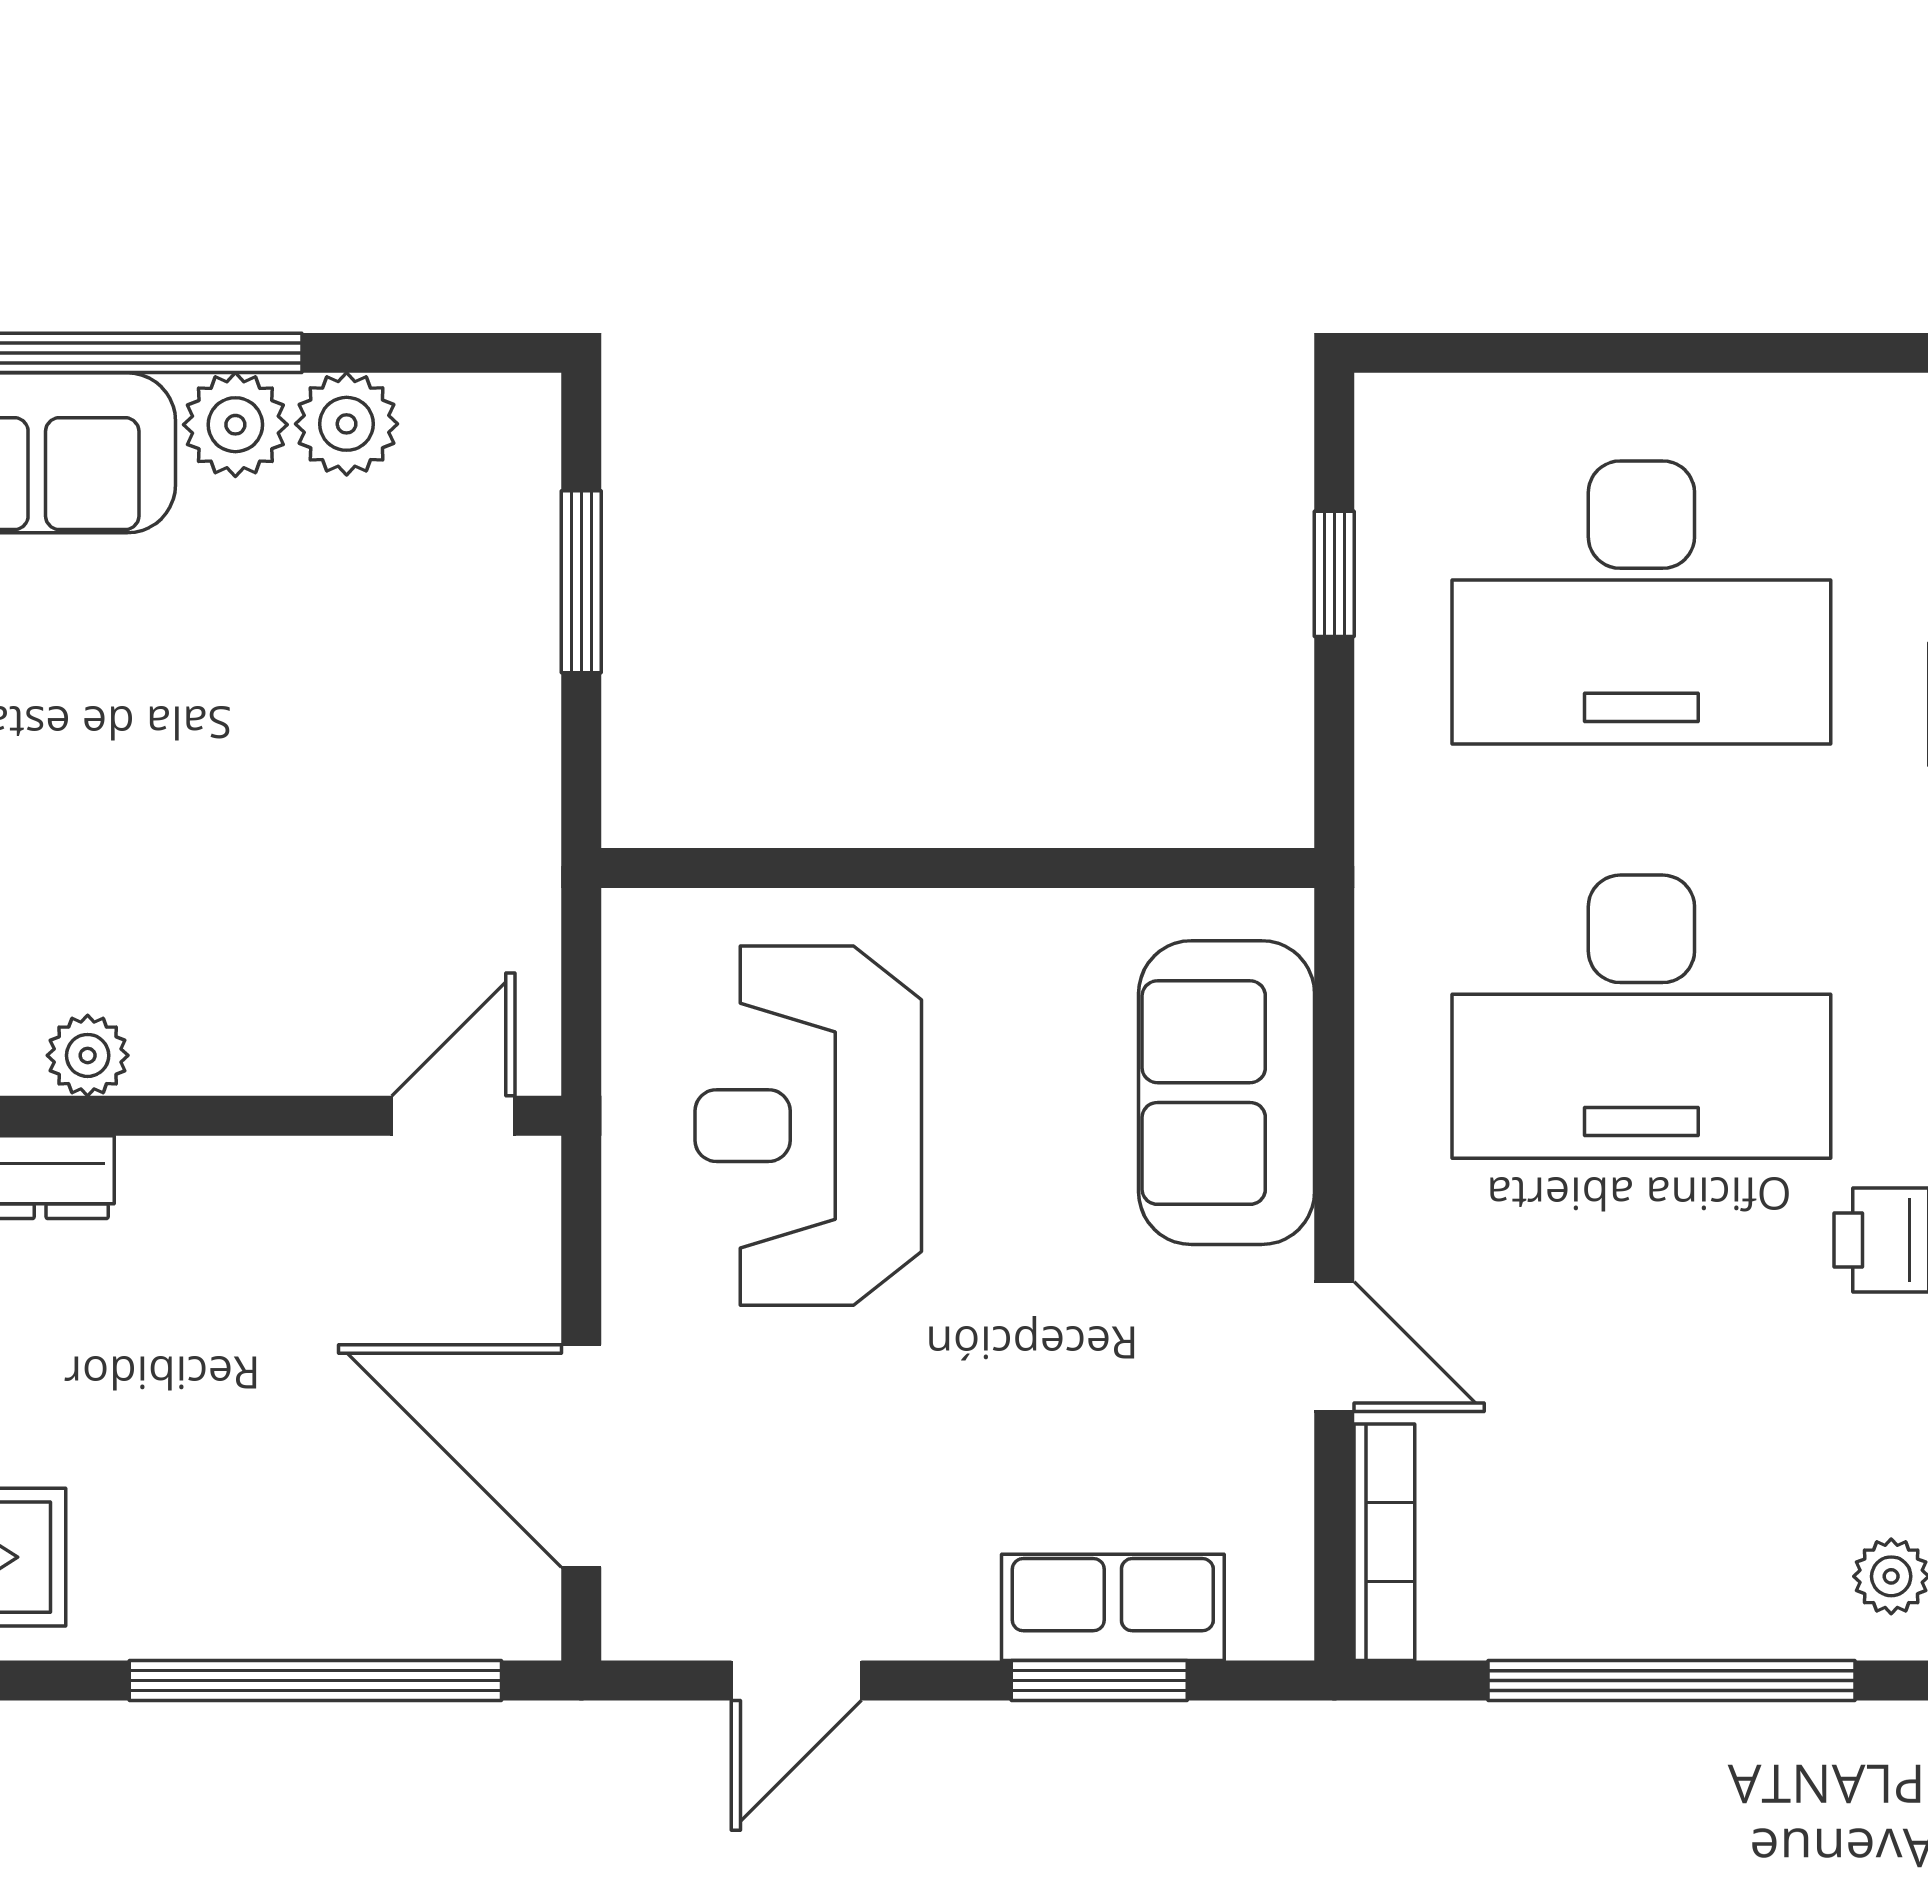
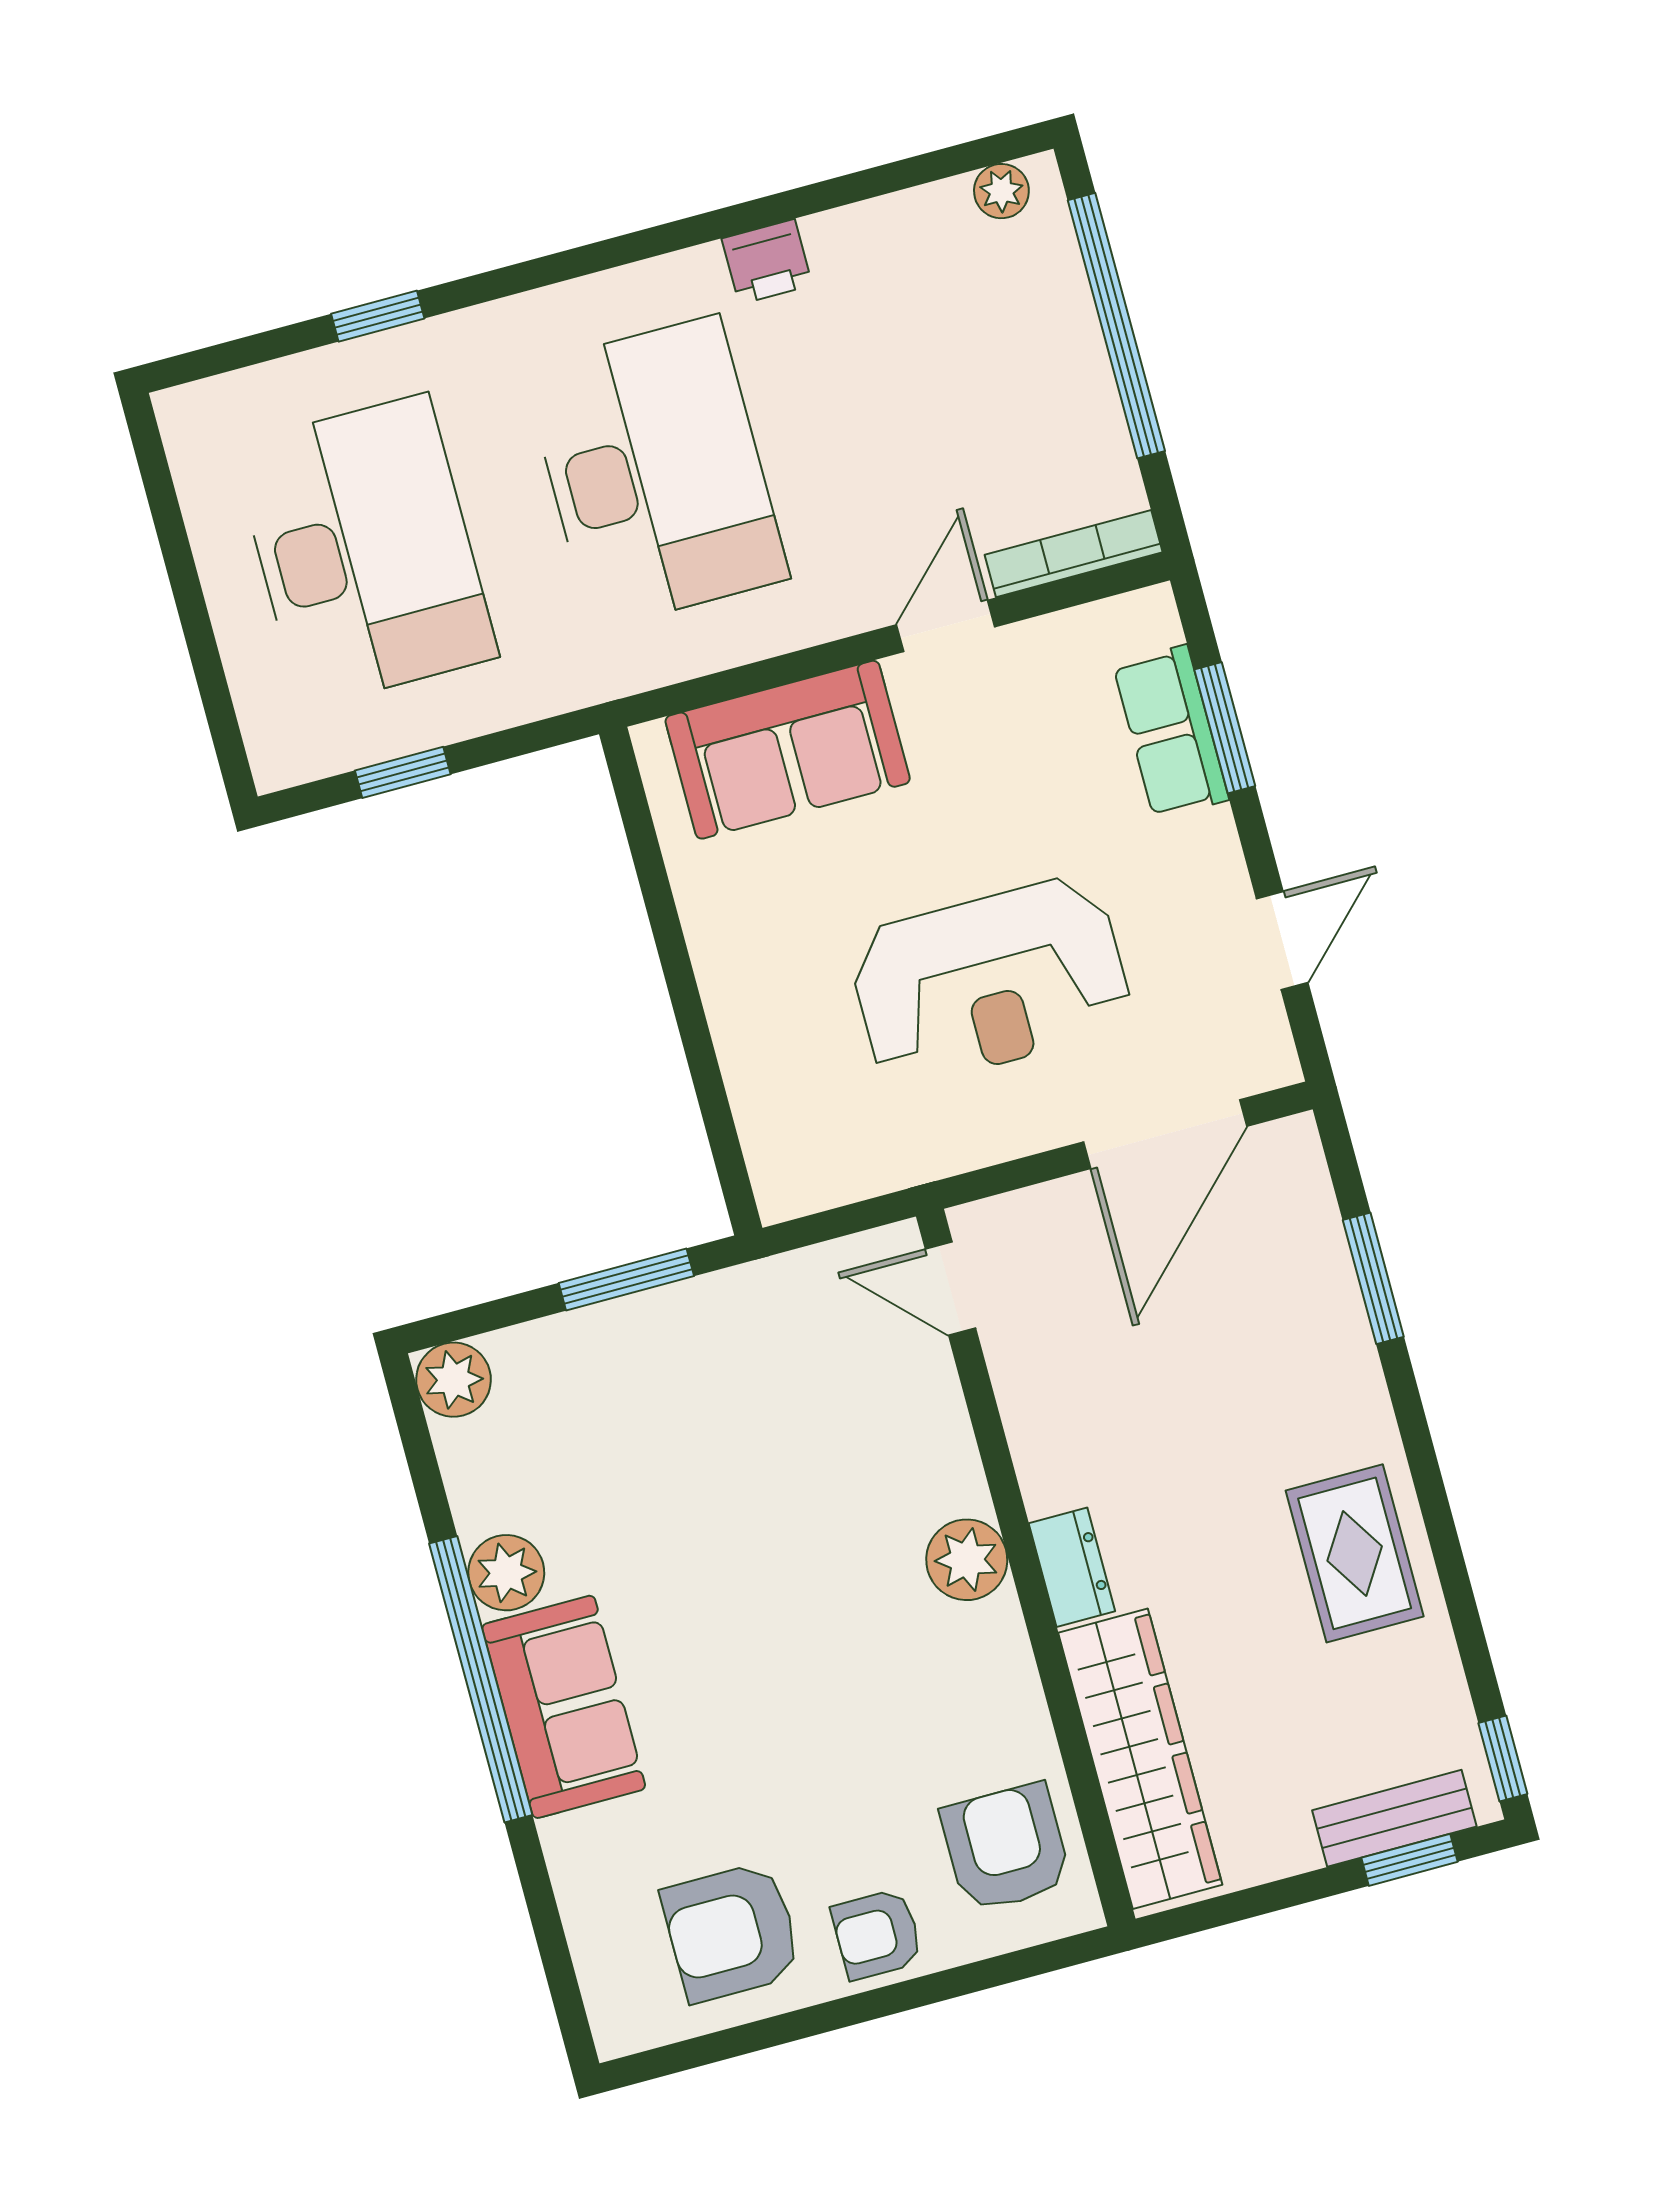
plant: (347, 424) -> (454, 1380), moved
window: (581, 582) -> (626, 1280), moved
plant: (88, 1055) -> (967, 1560), width x1.38, depth x1.38
reception desk: (808, 1126) -> (990, 981), moved
window: (315, 1680) -> (1373, 1278), width x0.47
door: (796, 1680) -> (1282, 940), hinge flipped

